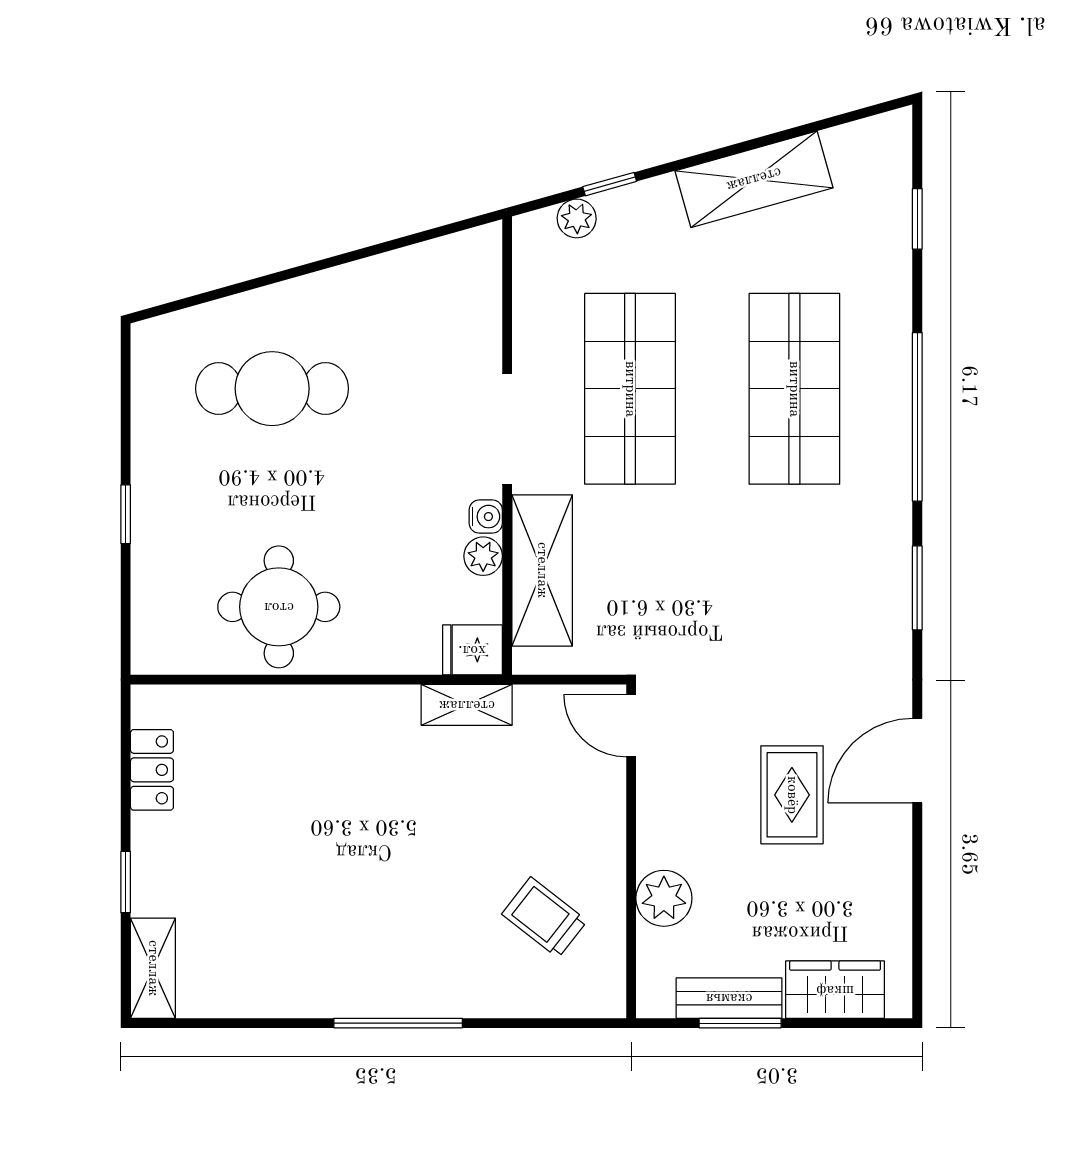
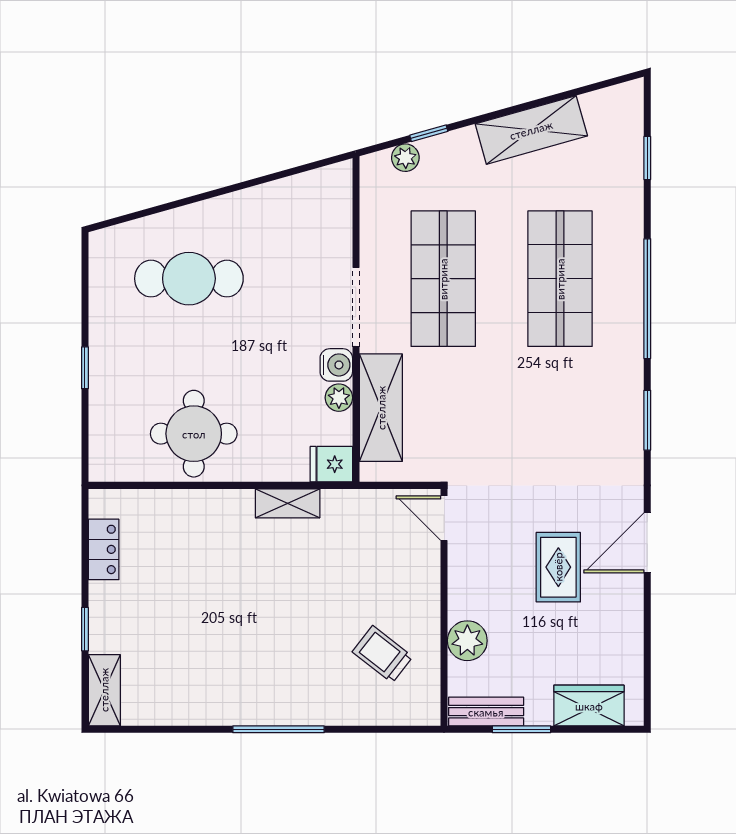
water cooler: (486, 517) -> (336, 365), width x1.38, depth x1.38
shelving: (467, 705) -> (288, 503), moved
bench: (729, 998) -> (486, 712), moved

